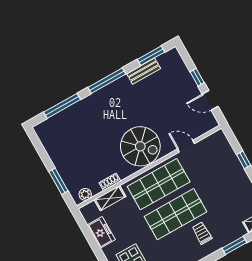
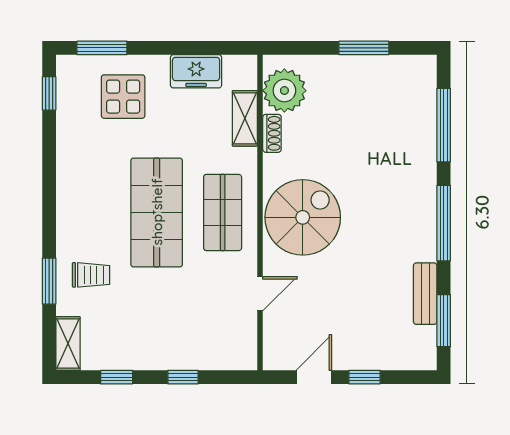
spiral stairs: (140, 146) -> (303, 217), turned 180
window: (58, 181) -> (364, 48), moved
shop shelf: (159, 184) -> (223, 212), width x0.70, depth x0.74
plant: (85, 194) -> (284, 91), width x1.87, depth x1.87
trolley: (202, 233) -> (91, 275), moved

